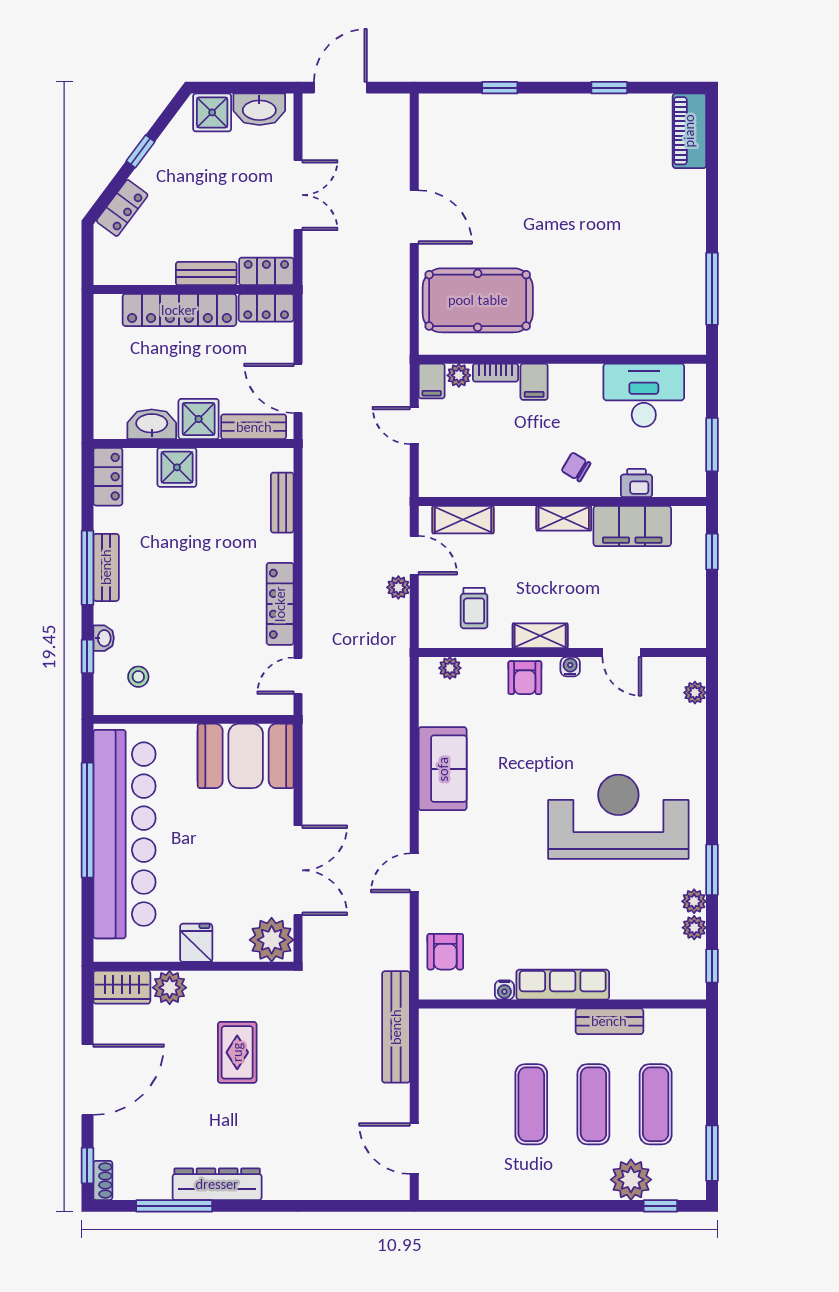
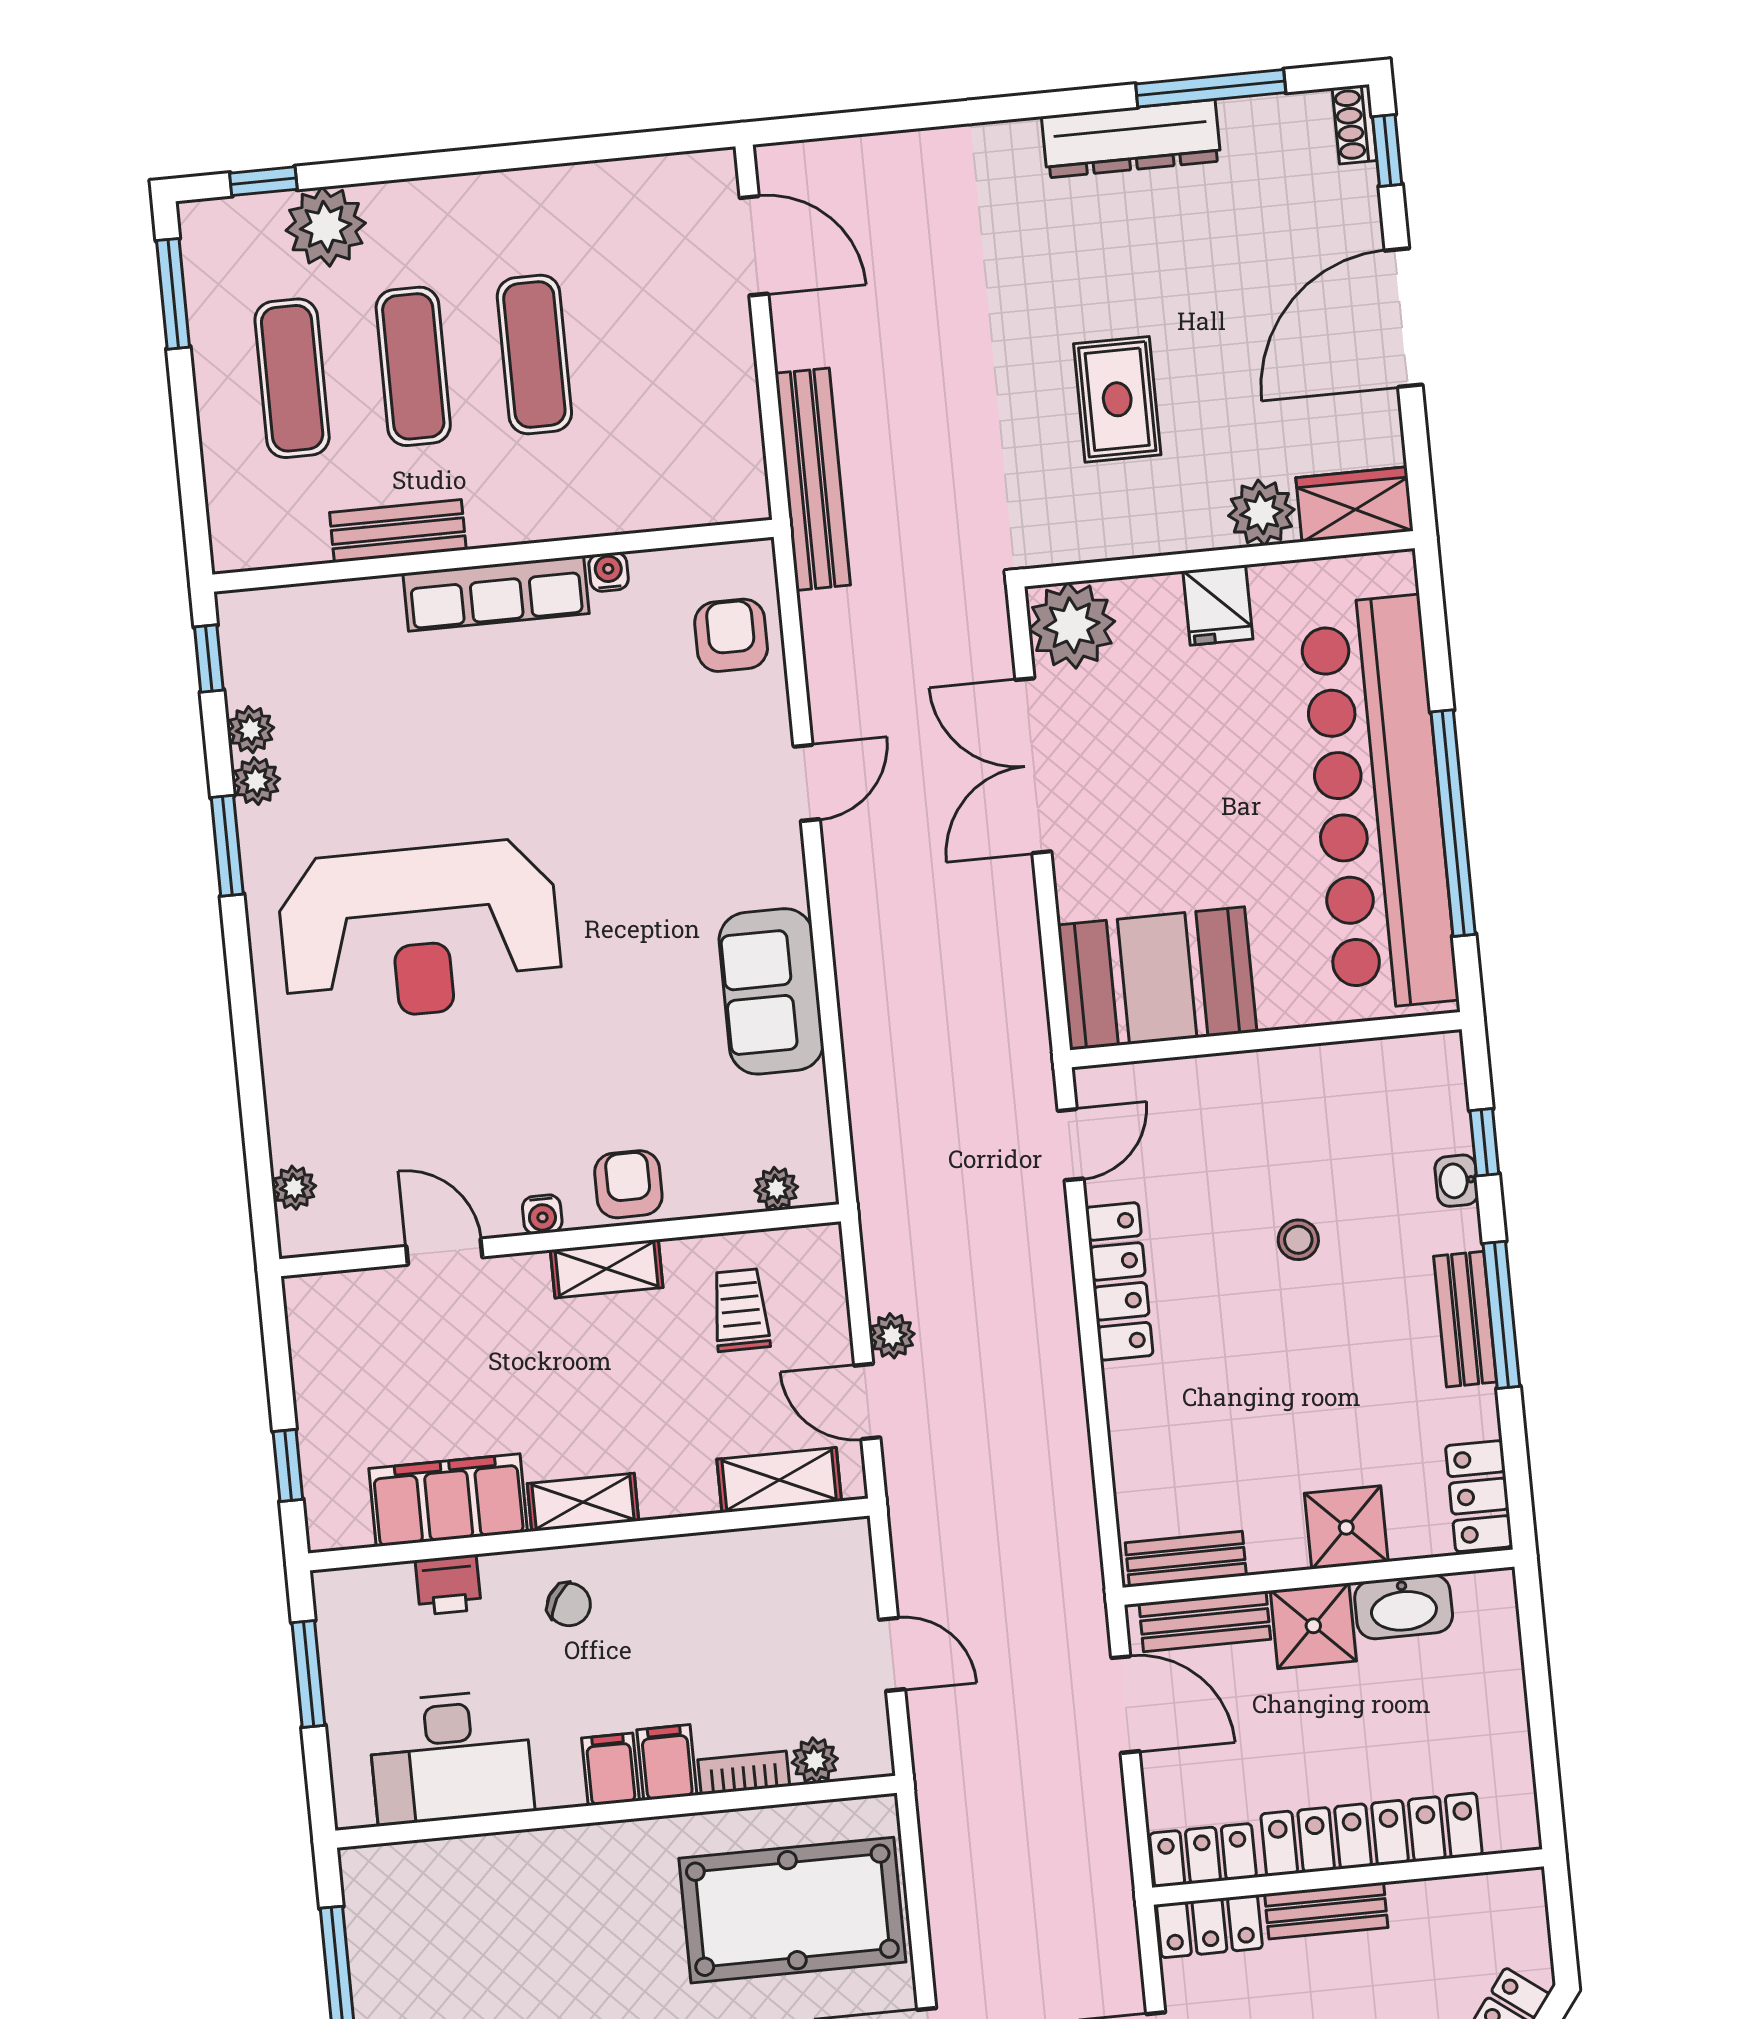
filing cabinet: (432, 381) -> (610, 1769), moved
bench: (282, 503) -> (1186, 1559), moved, turned 90
stool: (138, 677) -> (1298, 1240), moved

